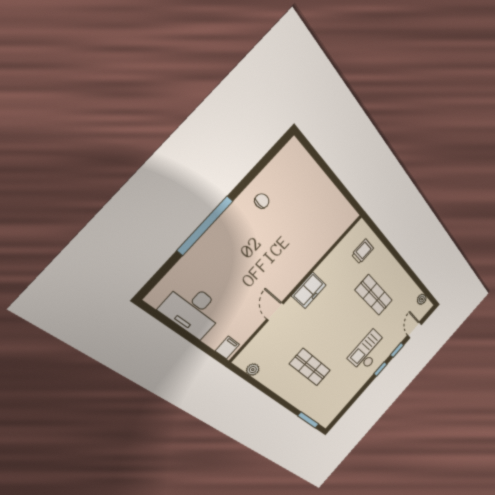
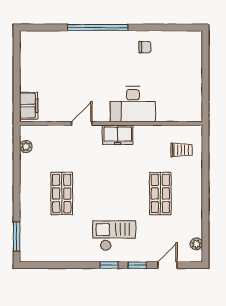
desk: (193, 310) -> (133, 104), moved, turned -90
filing cabinet: (227, 348) -> (29, 106), width x2.00

